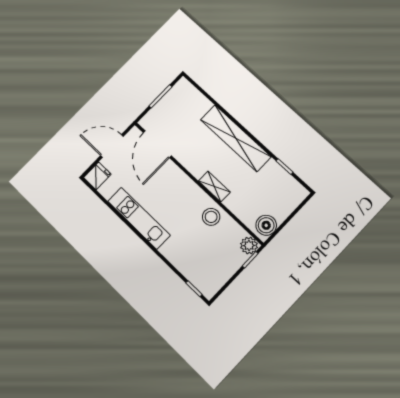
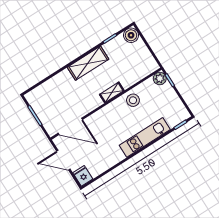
shelving: (236, 138) -> (88, 63), width x0.68
door: (112, 146) -> (63, 160), hinge flipped
kitchen unit: (139, 218) -> (145, 137), moved
boiler: (266, 225) -> (131, 35), moved

